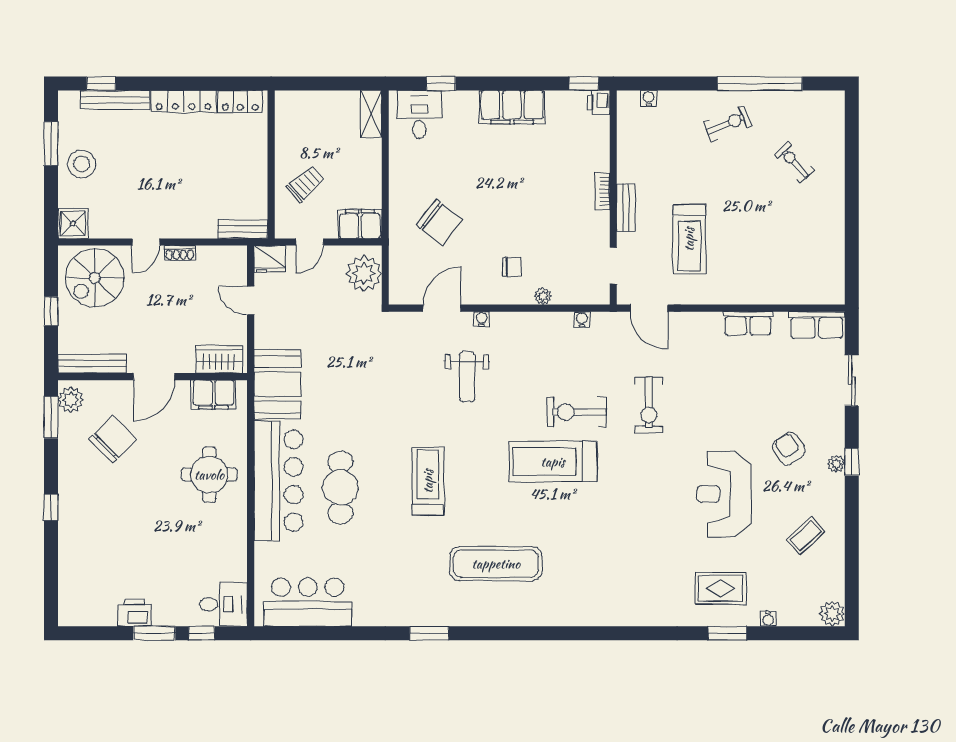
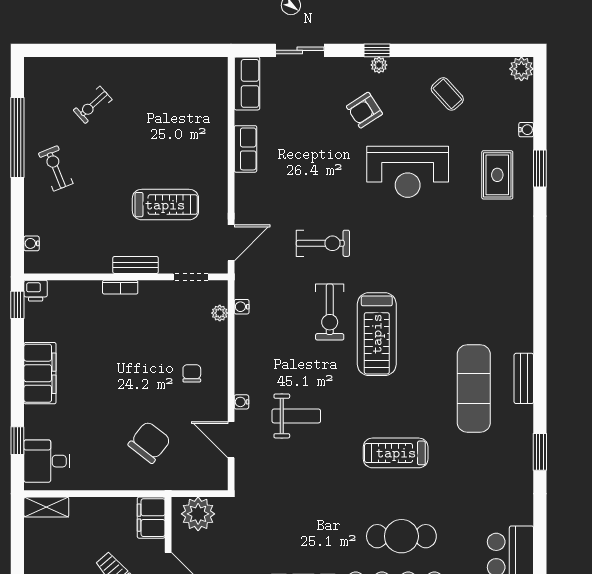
plant: (543, 296) -> (220, 313), moved
bench: (506, 616) -> (524, 378), added

